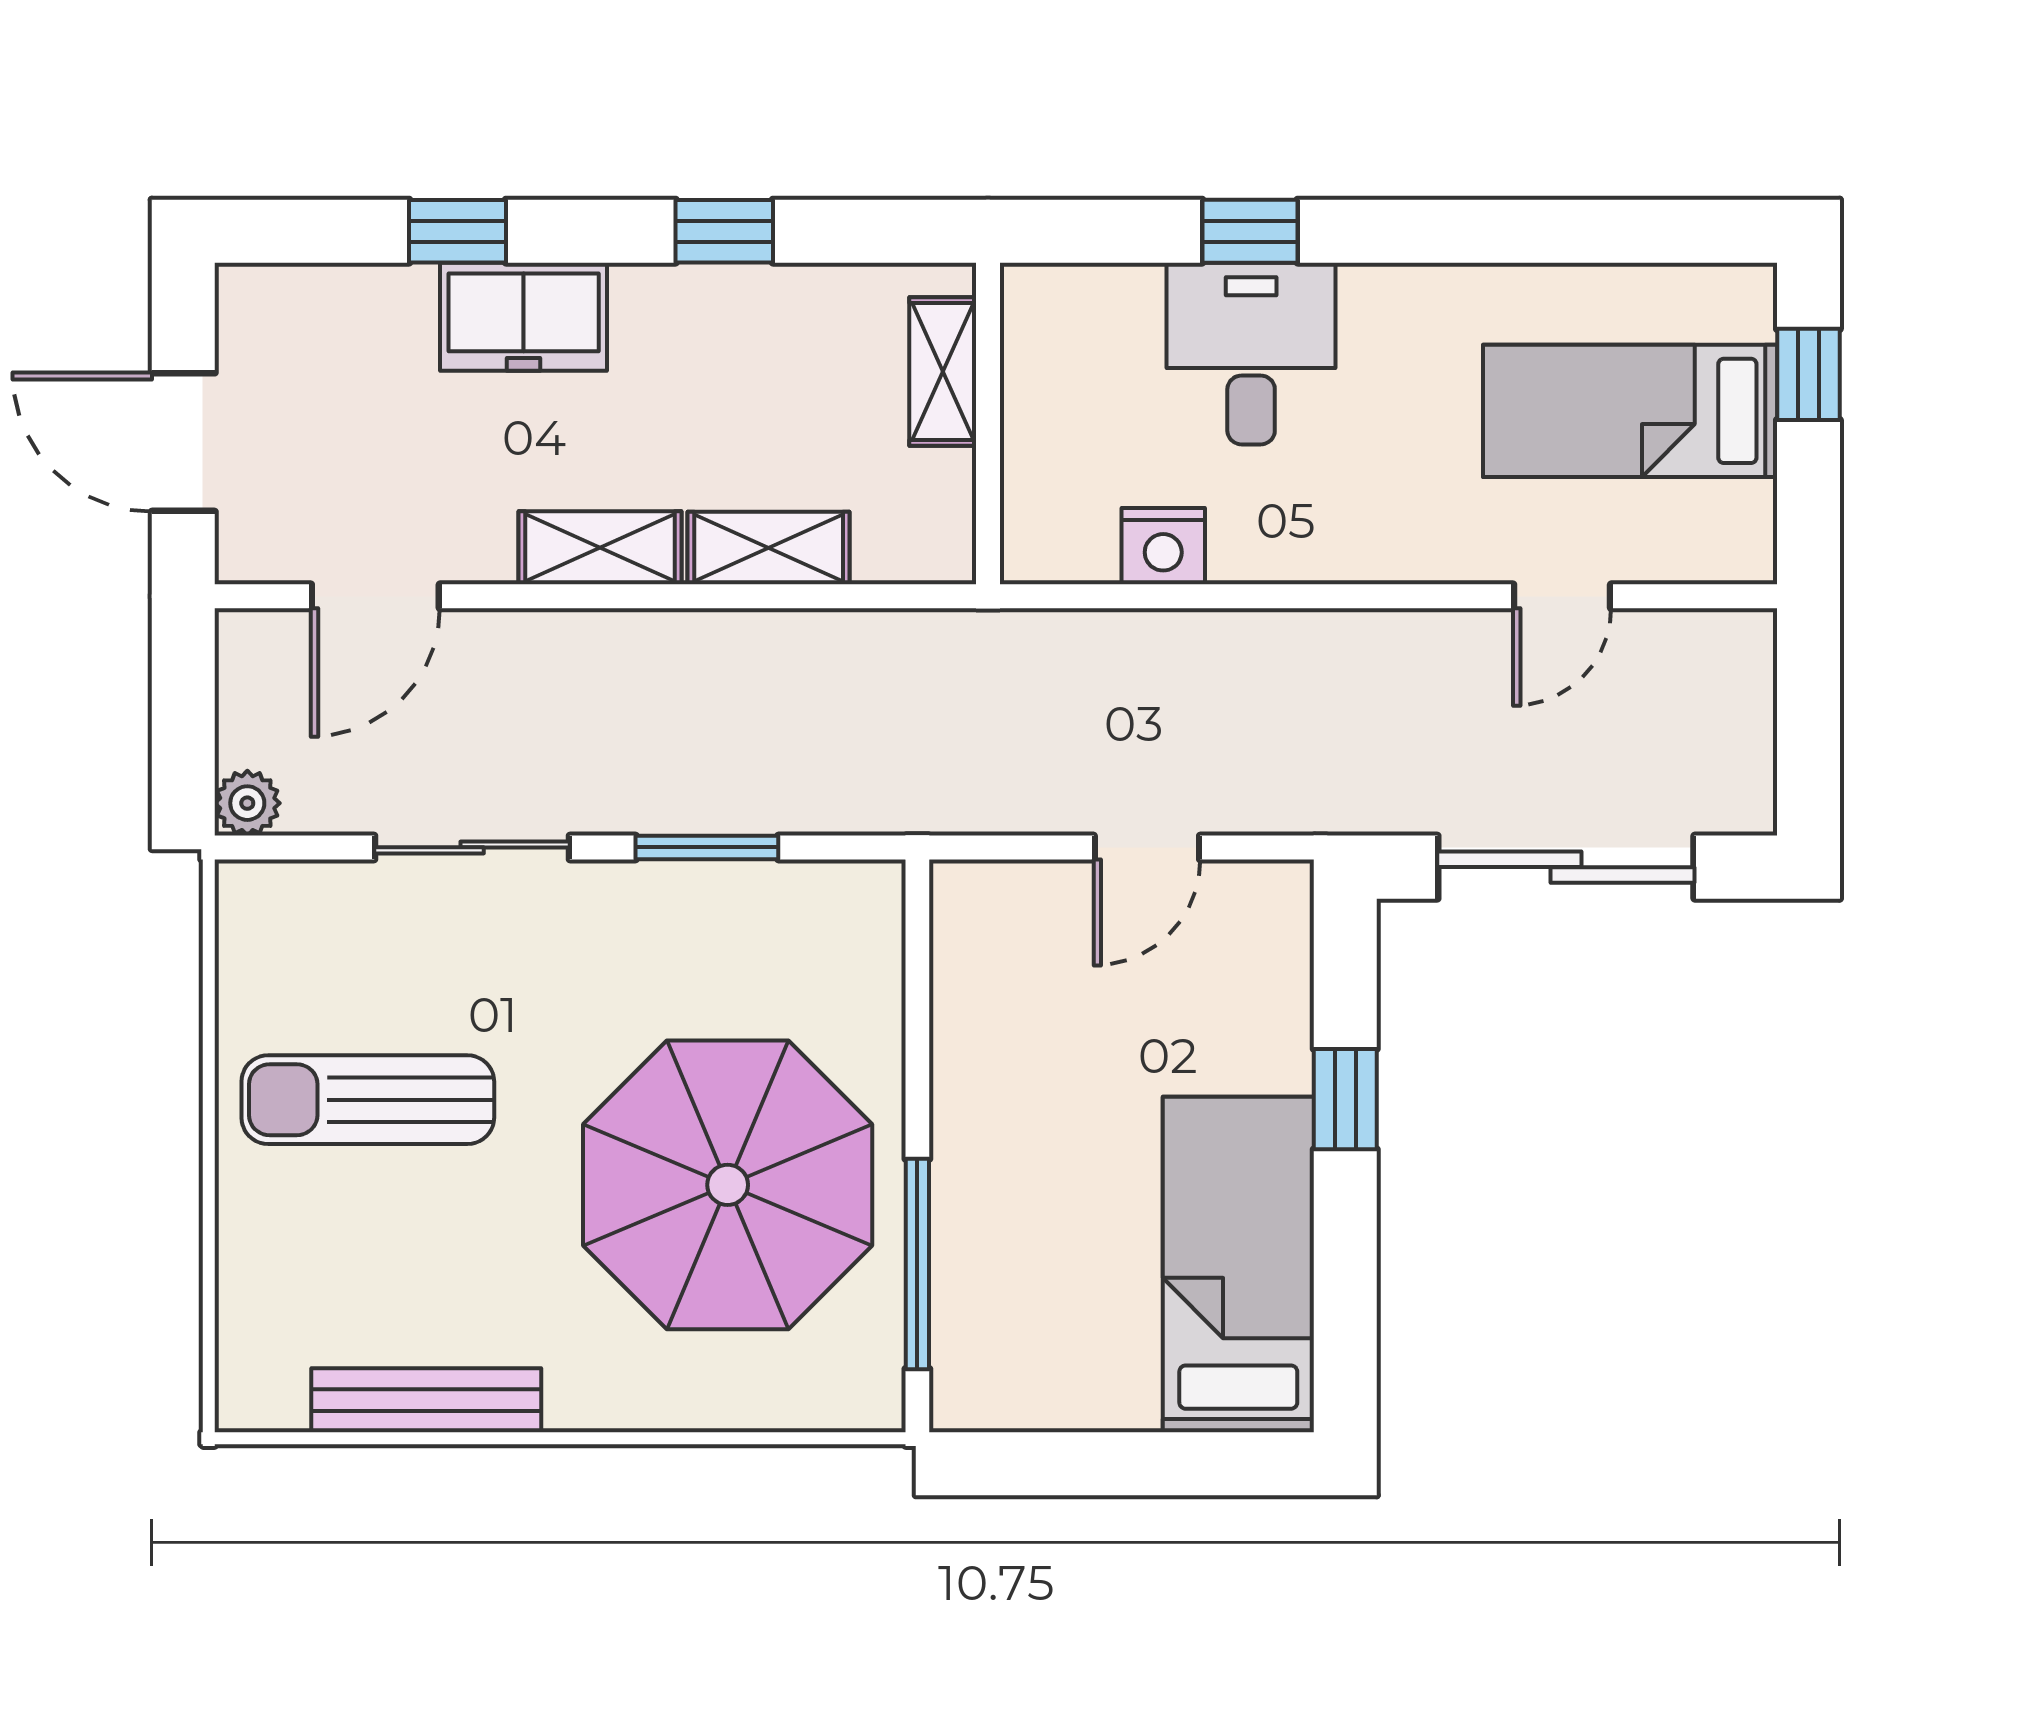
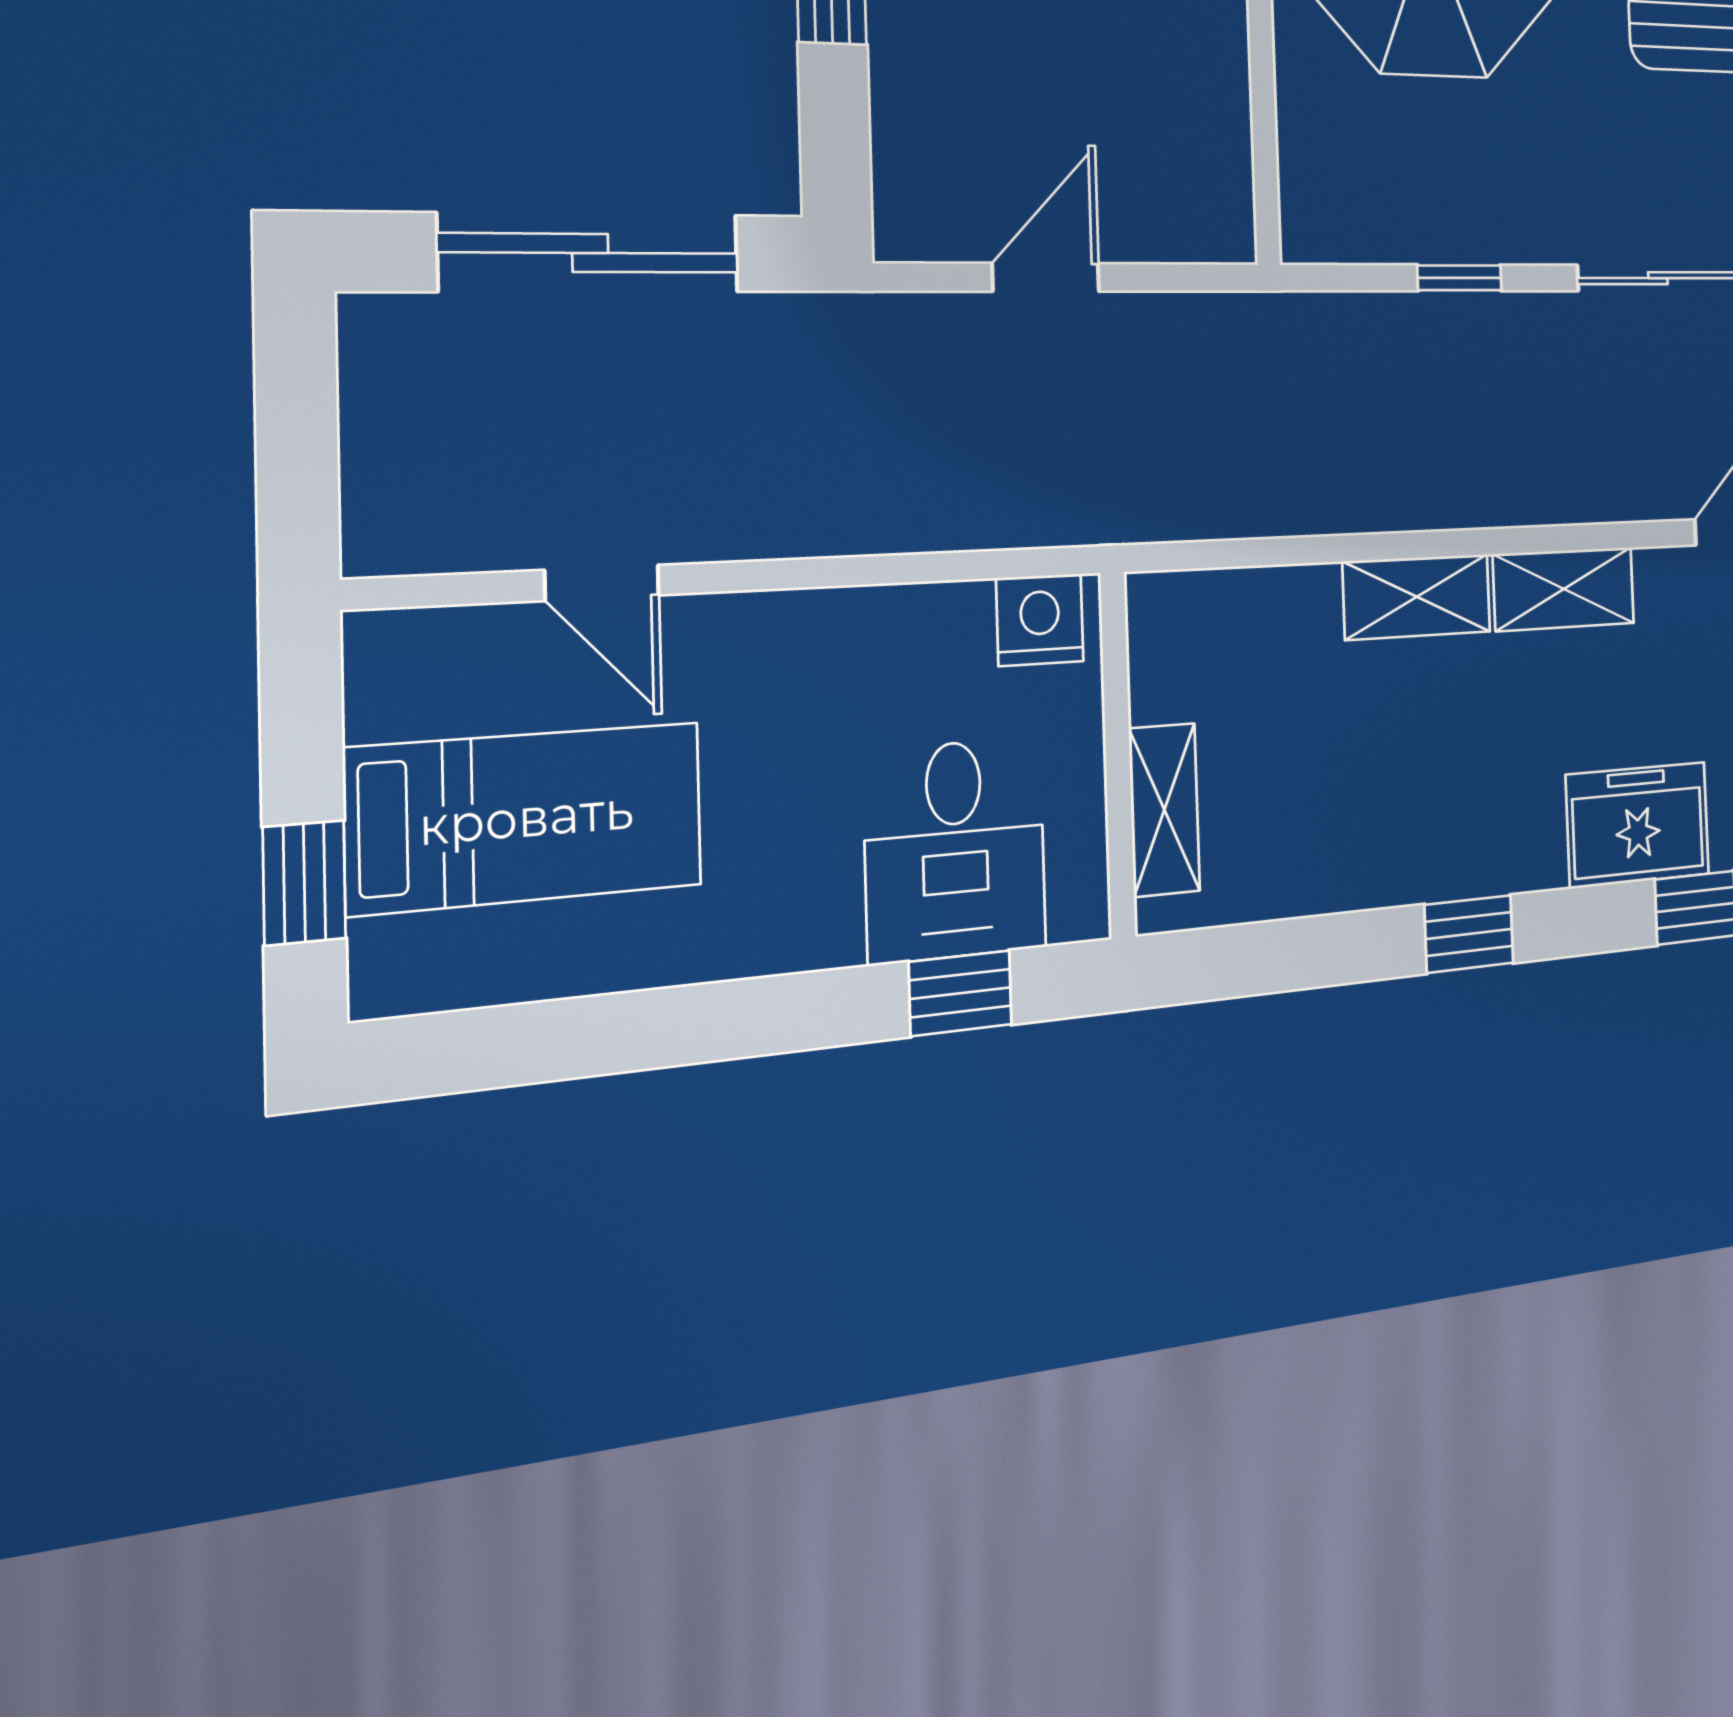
shelving: (943, 372) -> (1164, 810), moved
wall: (988, 424) -> (1118, 755), moved
door: (1562, 596) -> (602, 583), swing flipped
window: (707, 847) -> (1460, 278), width x0.67

